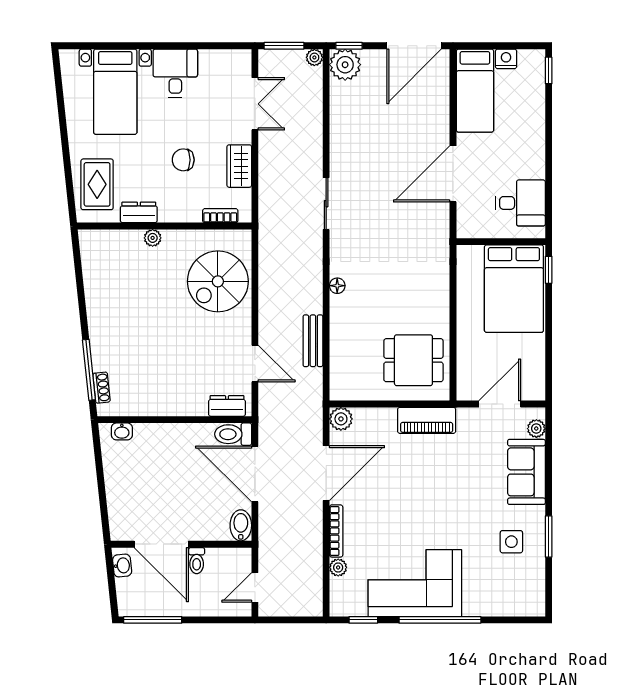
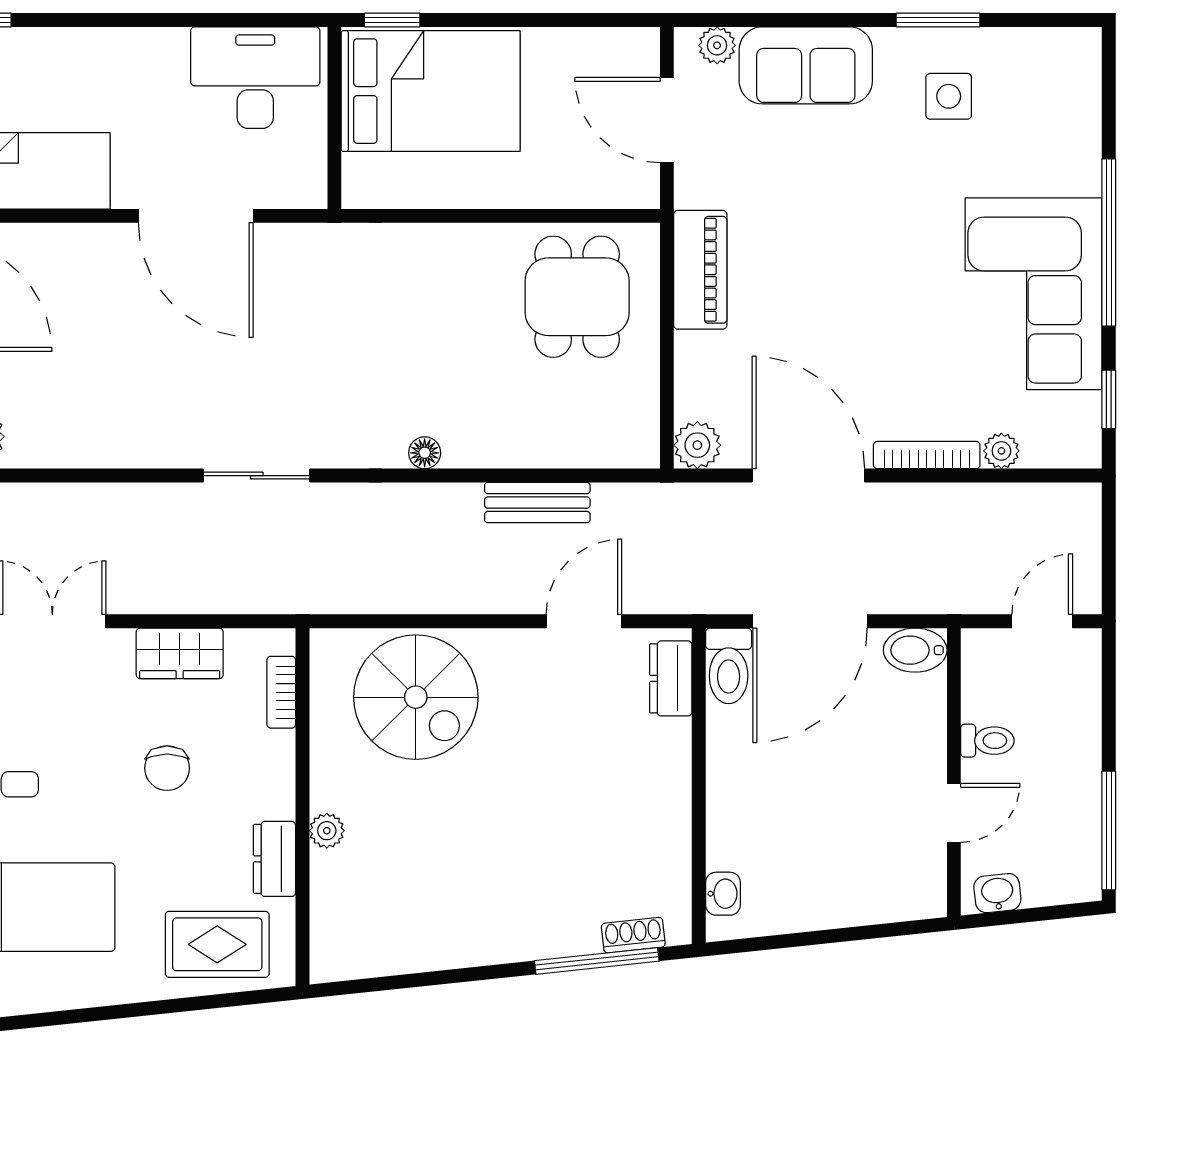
desk: (520, 203) -> (255, 78), width x1.37
door: (161, 544) -> (954, 813), width x0.53
door: (255, 587) -> (1042, 621), swing flipped

